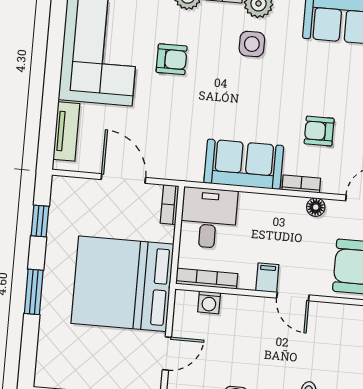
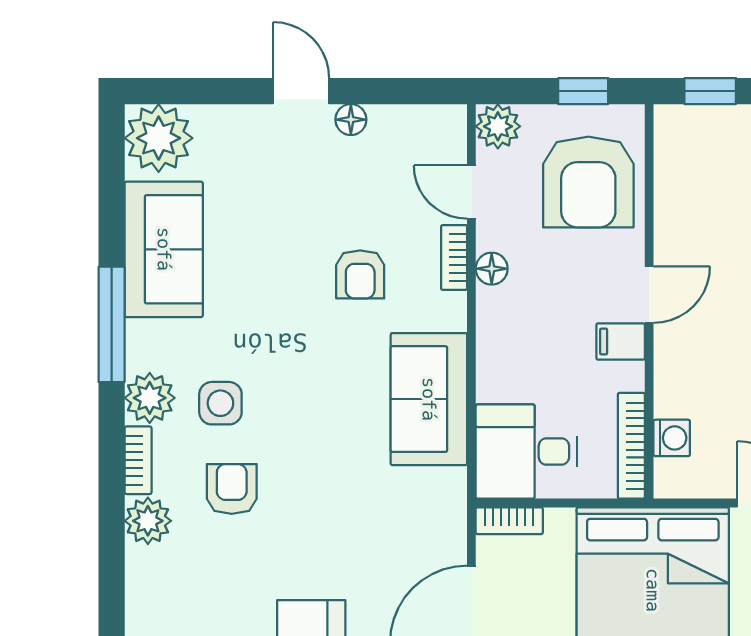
armchair: (172, 59) -> (232, 489), moved
bookcase: (301, 184) -> (454, 257), moved

